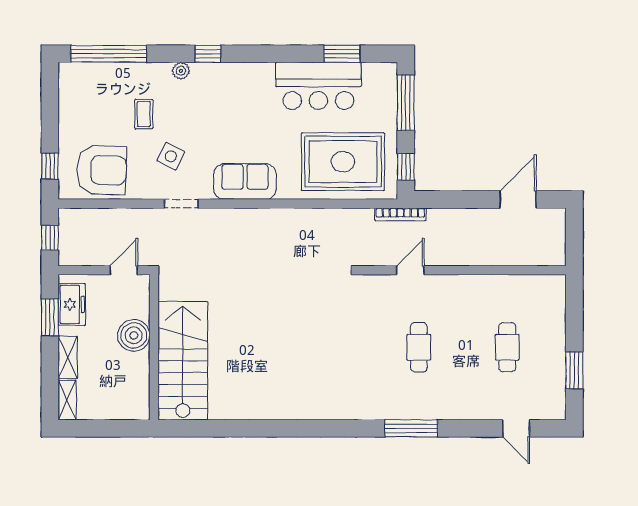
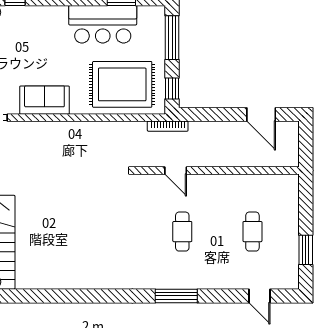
door: (518, 199) -> (261, 114), swing flipped
door: (410, 270) -> (176, 170), swing flipped

